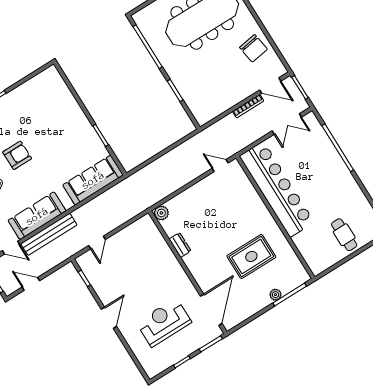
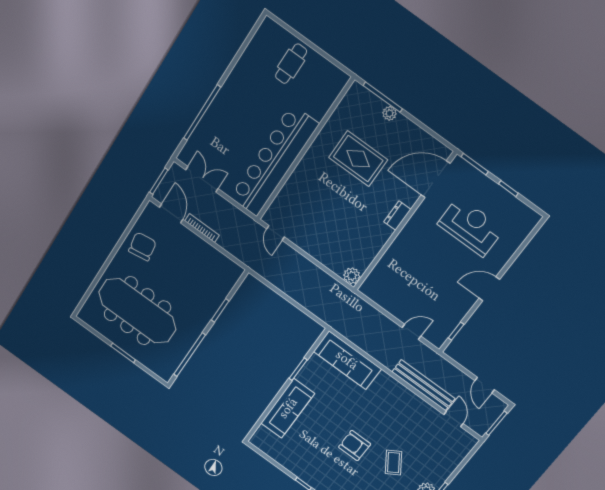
sofa: (37, 216) -> (288, 408), moved, turned -90
dresser: (180, 245) -> (397, 216), moved
reception desk: (164, 322) -> (471, 227), turned 180

